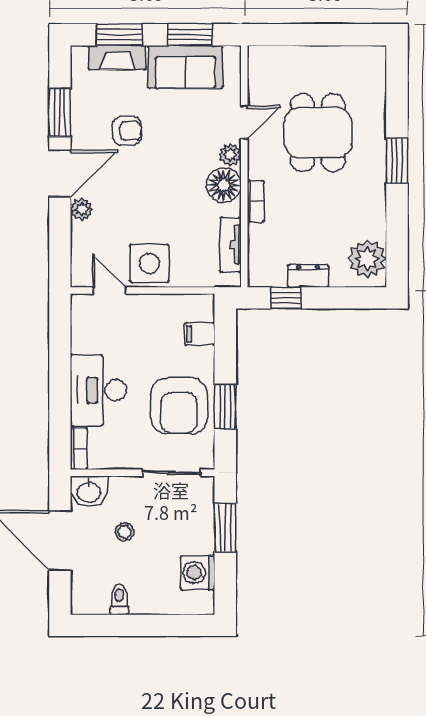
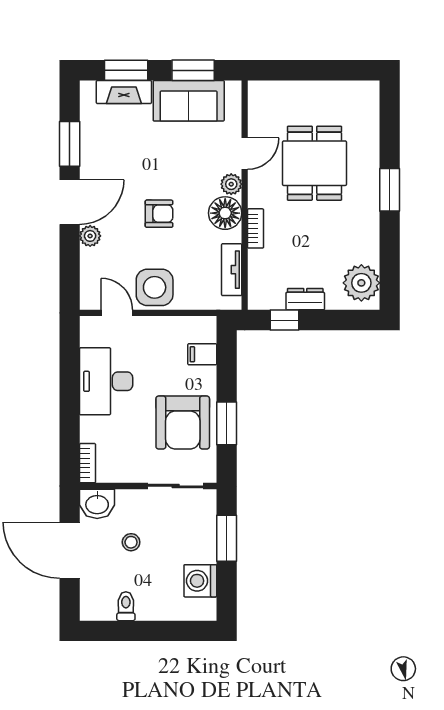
armchair: (127, 131) -> (159, 214), moved
desk: (98, 390) -> (106, 381), moved

